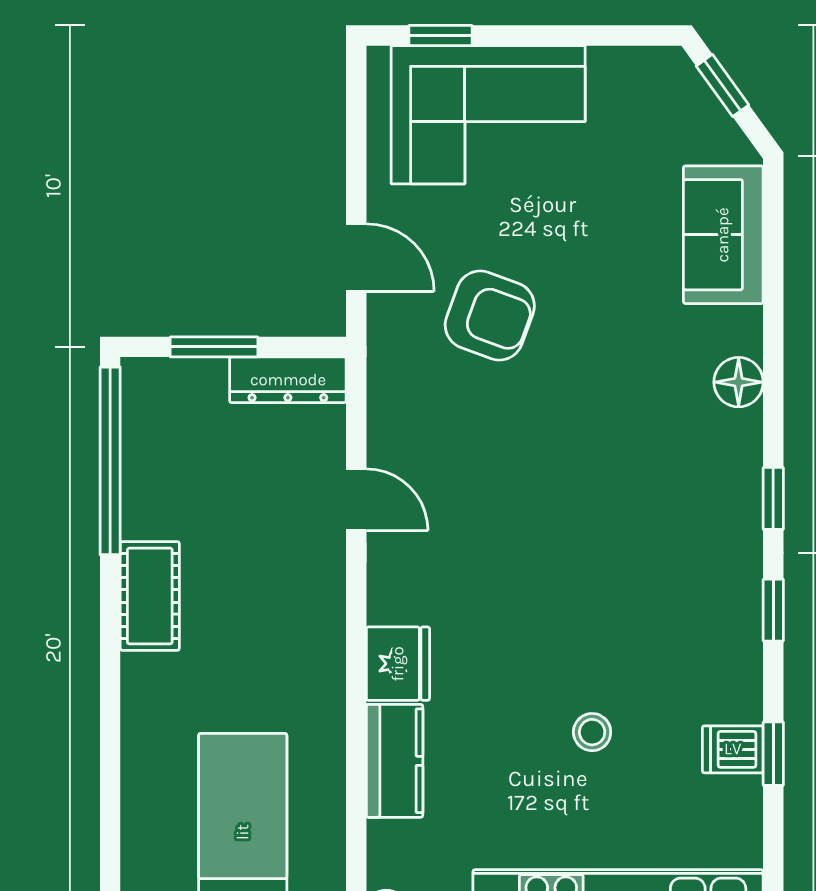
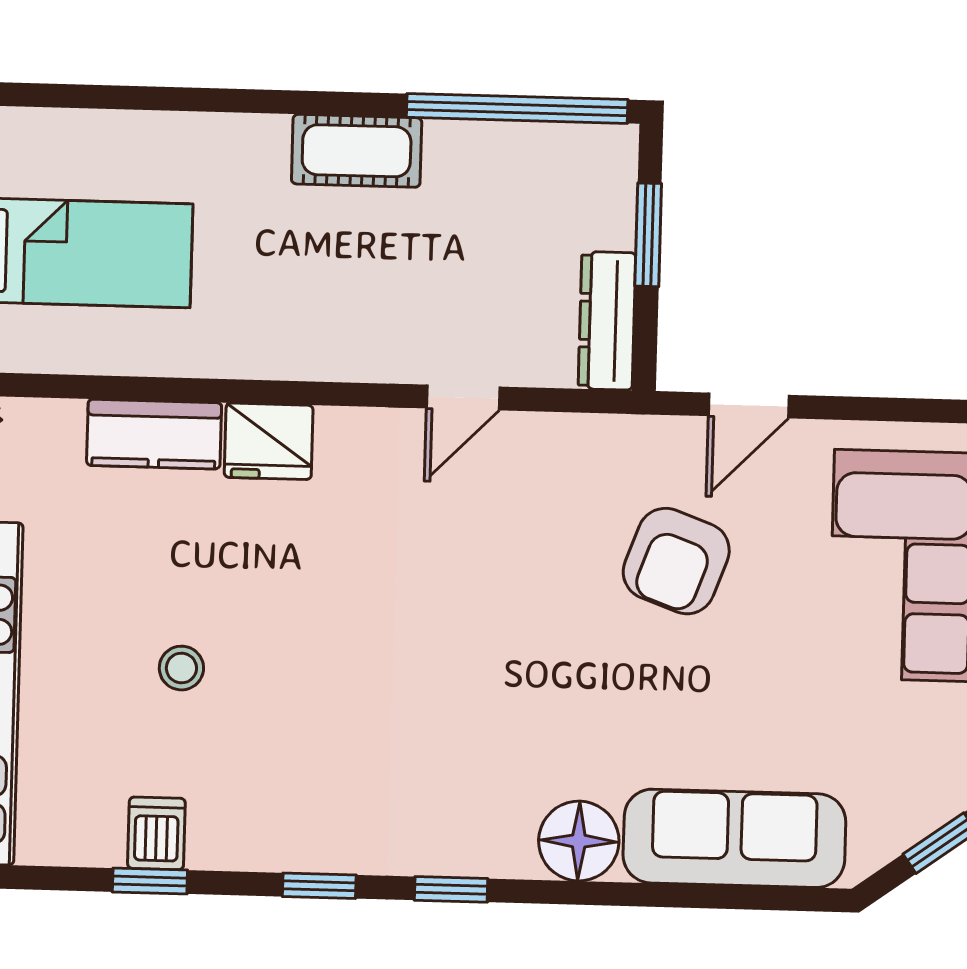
sofa: (723, 235) -> (734, 838), width x1.36
floor lamp: (739, 382) -> (579, 841), width x1.38, depth x1.38

